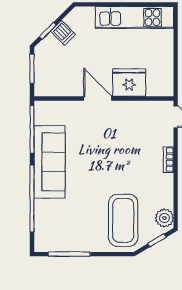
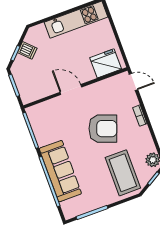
fridge: (129, 83) -> (106, 63), moved
armchair: (119, 159) -> (103, 129), added
sofa: (50, 162) -> (60, 171), moved

